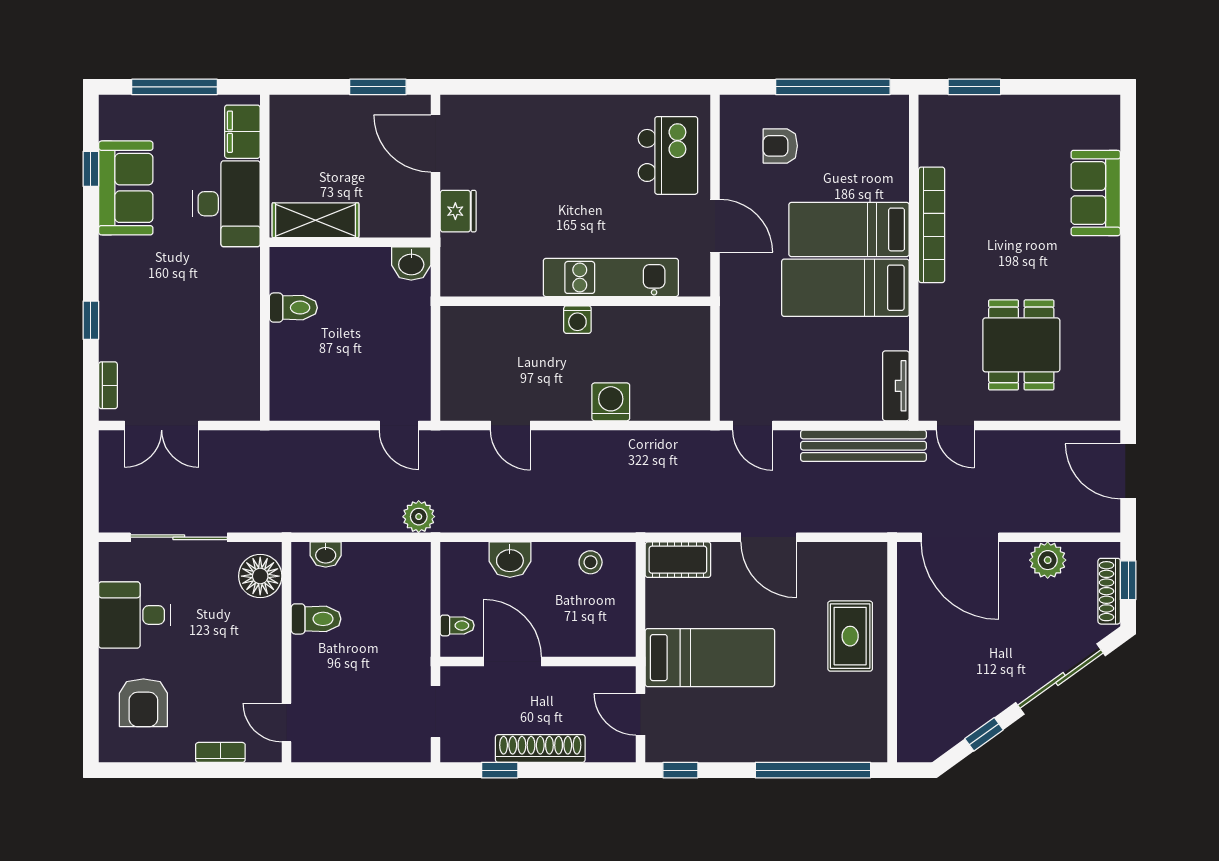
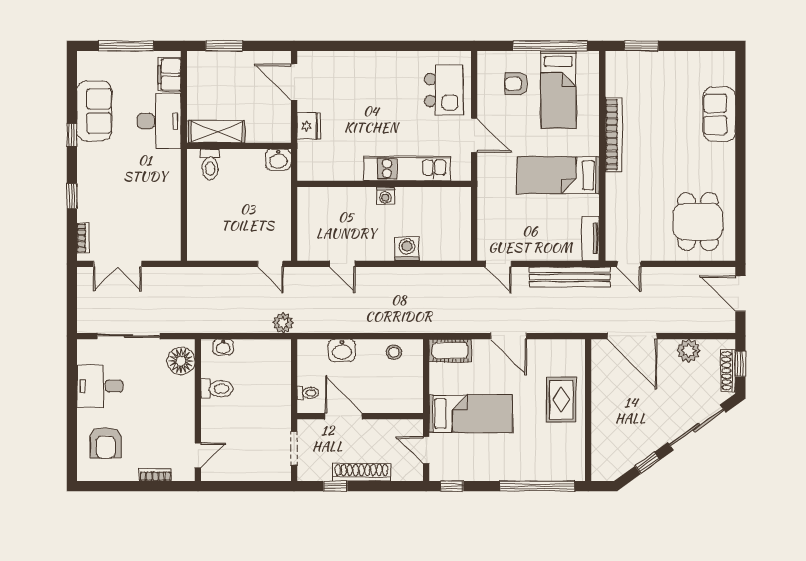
window: (378, 87) -> (224, 46), moved
window: (91, 169) -> (72, 135), moved
bed: (849, 229) -> (558, 90), moved, turned -90
toilet: (293, 308) -> (210, 164), moved, turned 90
dining table: (1021, 345) -> (698, 222), moved
door: (287, 722) -> (198, 455), swing flipped

